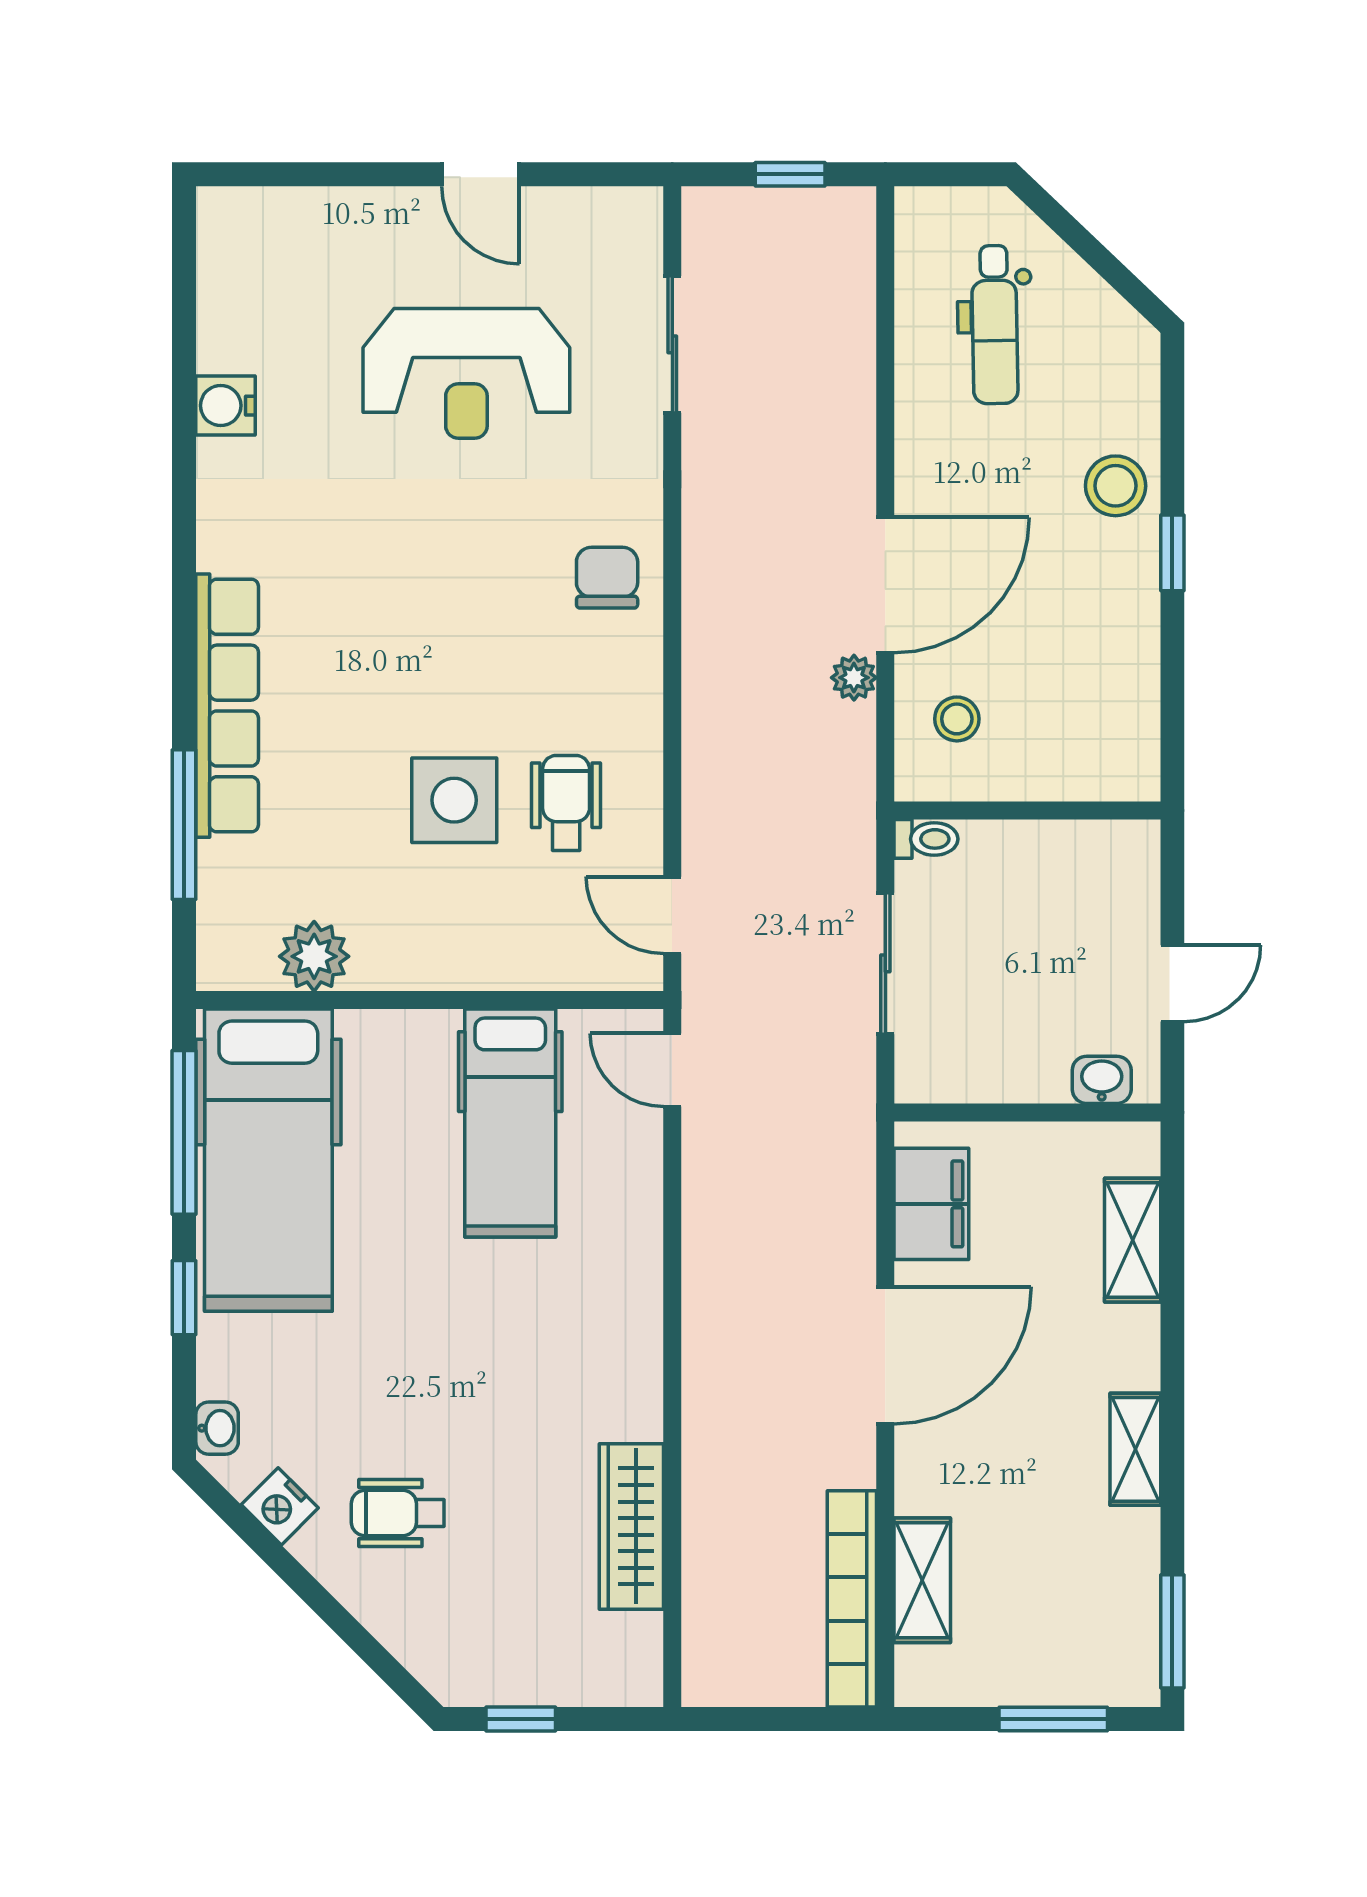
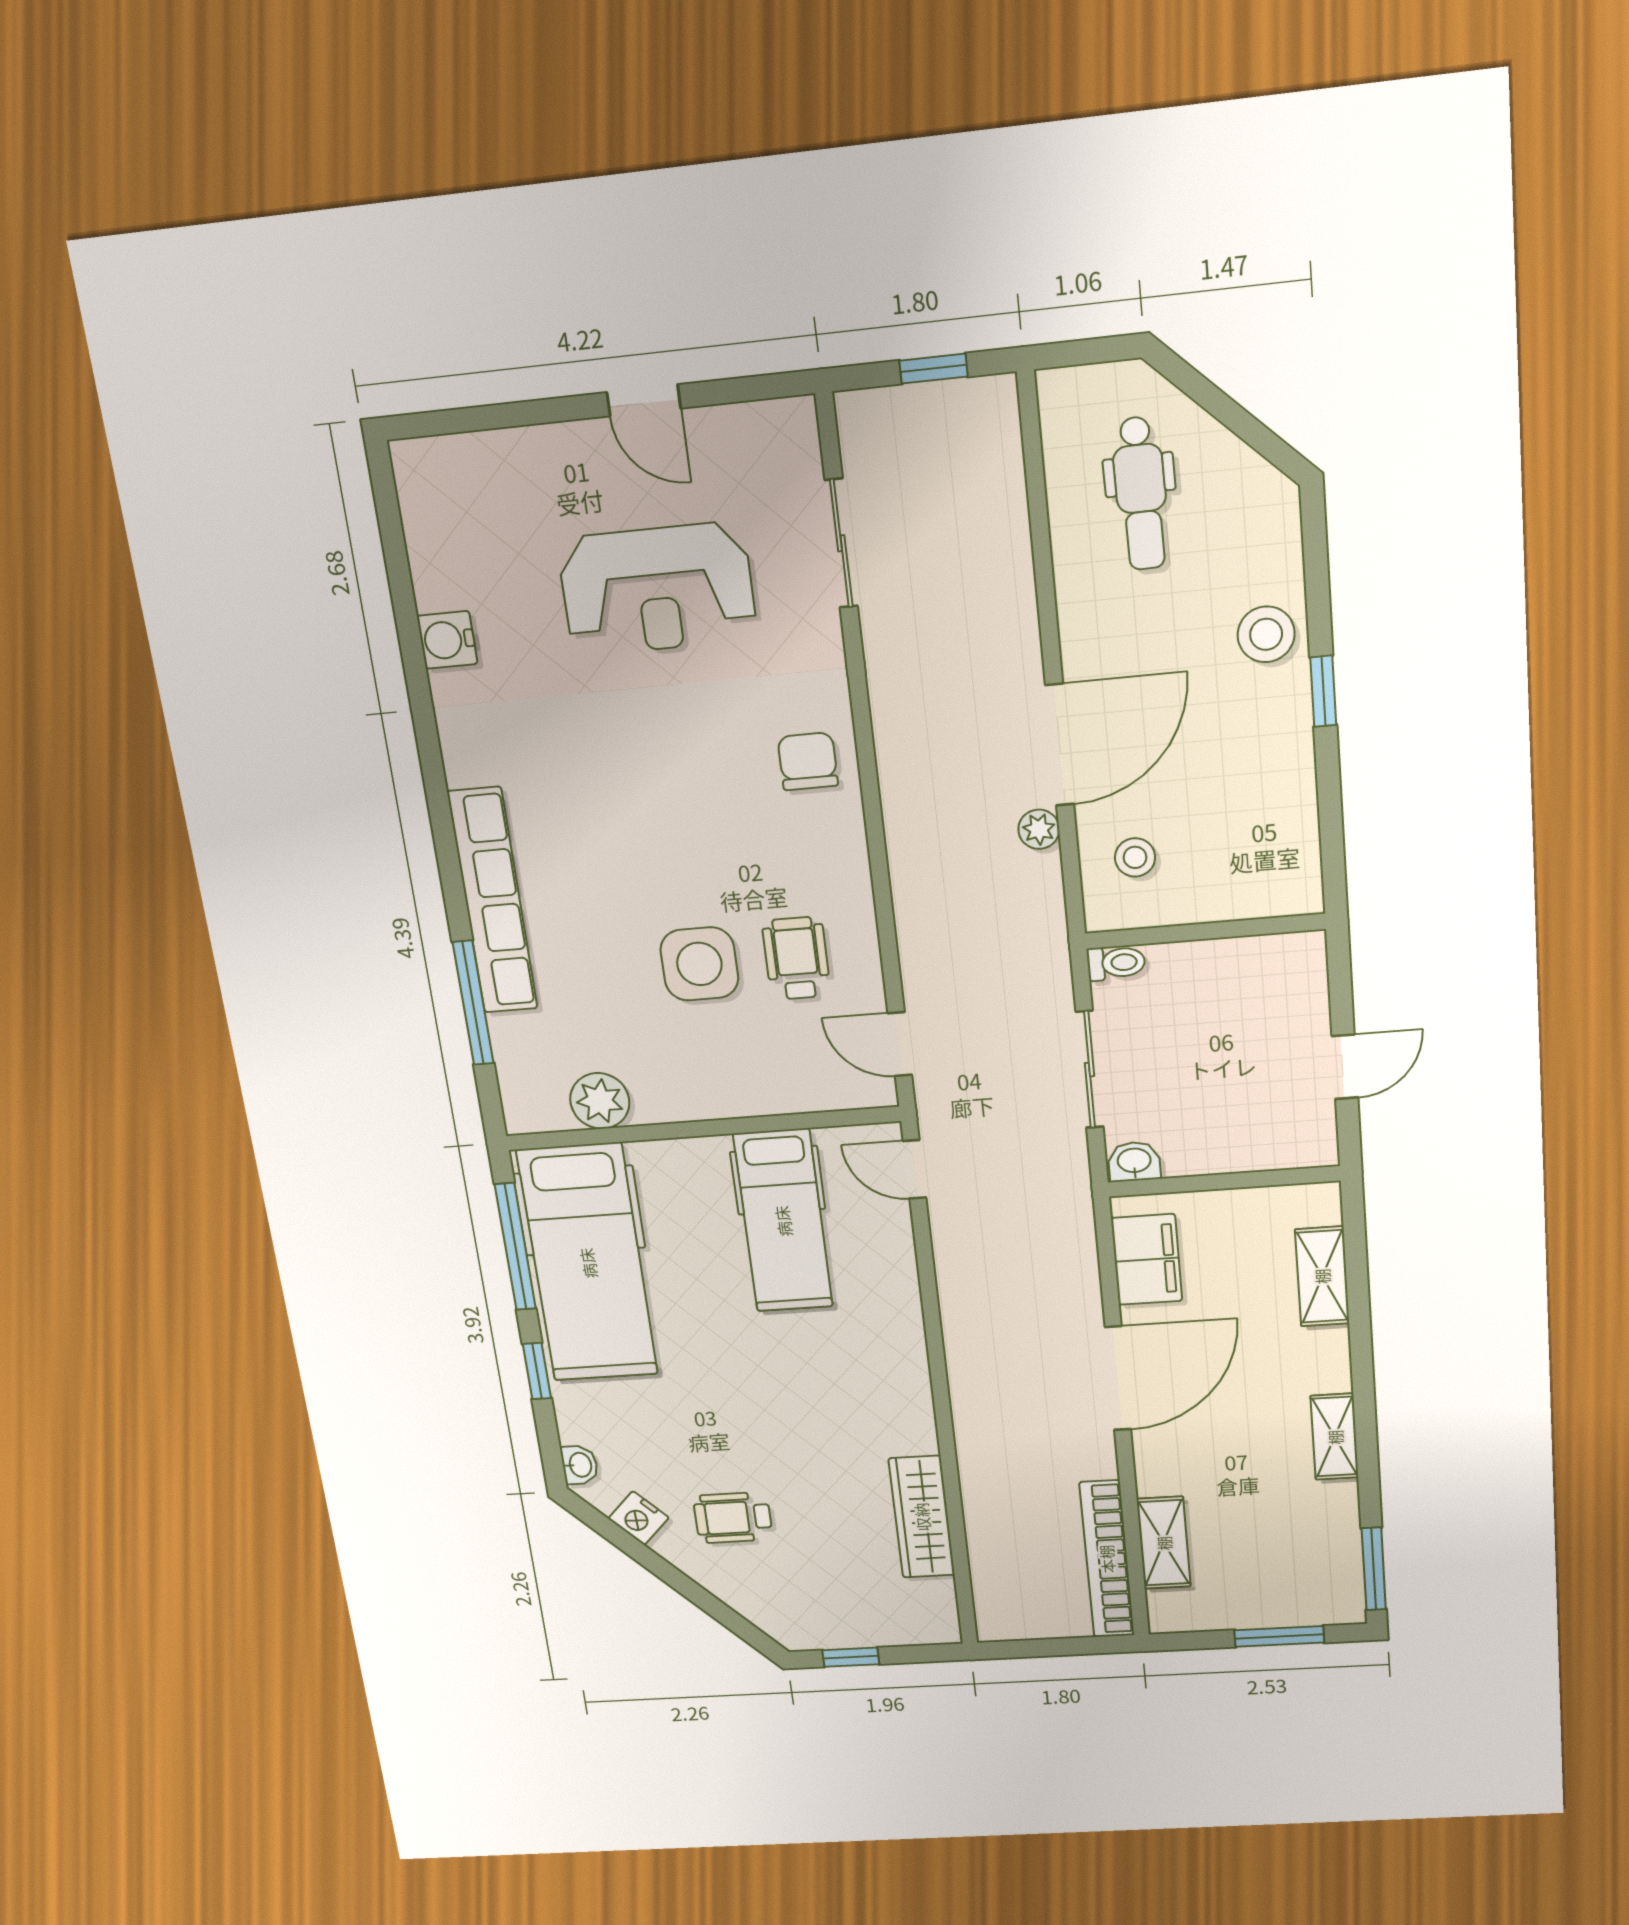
washbasin: (1102, 1080) -> (1134, 1161), moved

